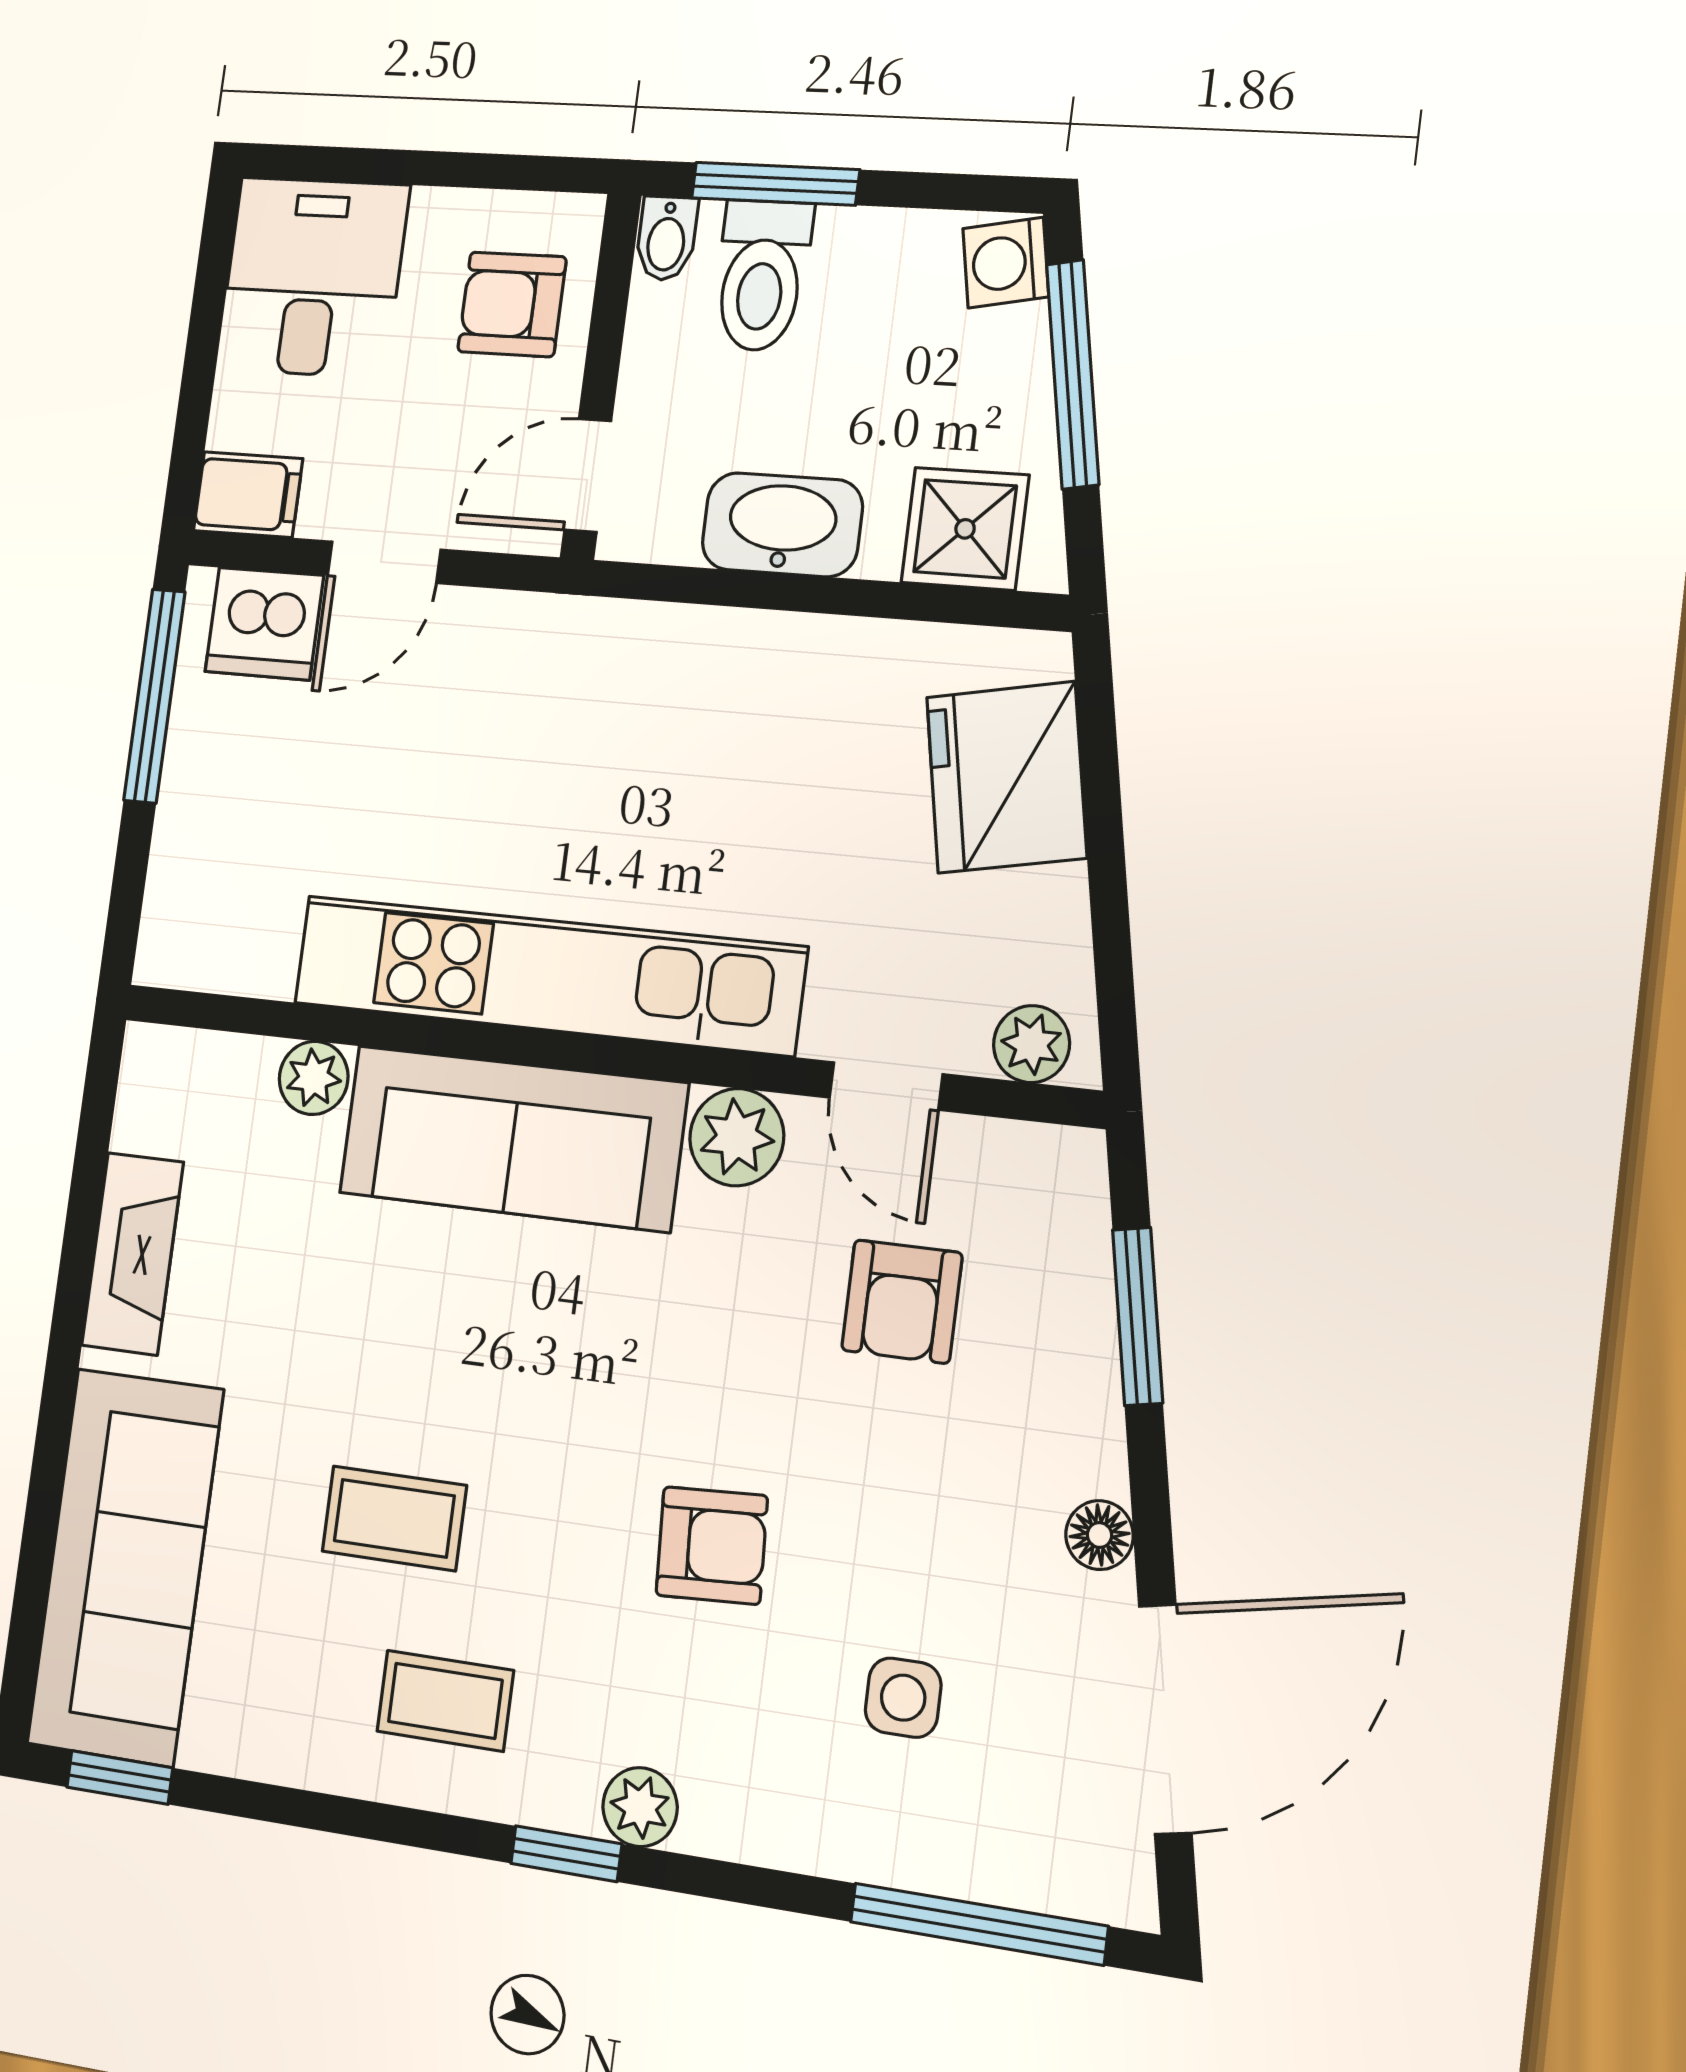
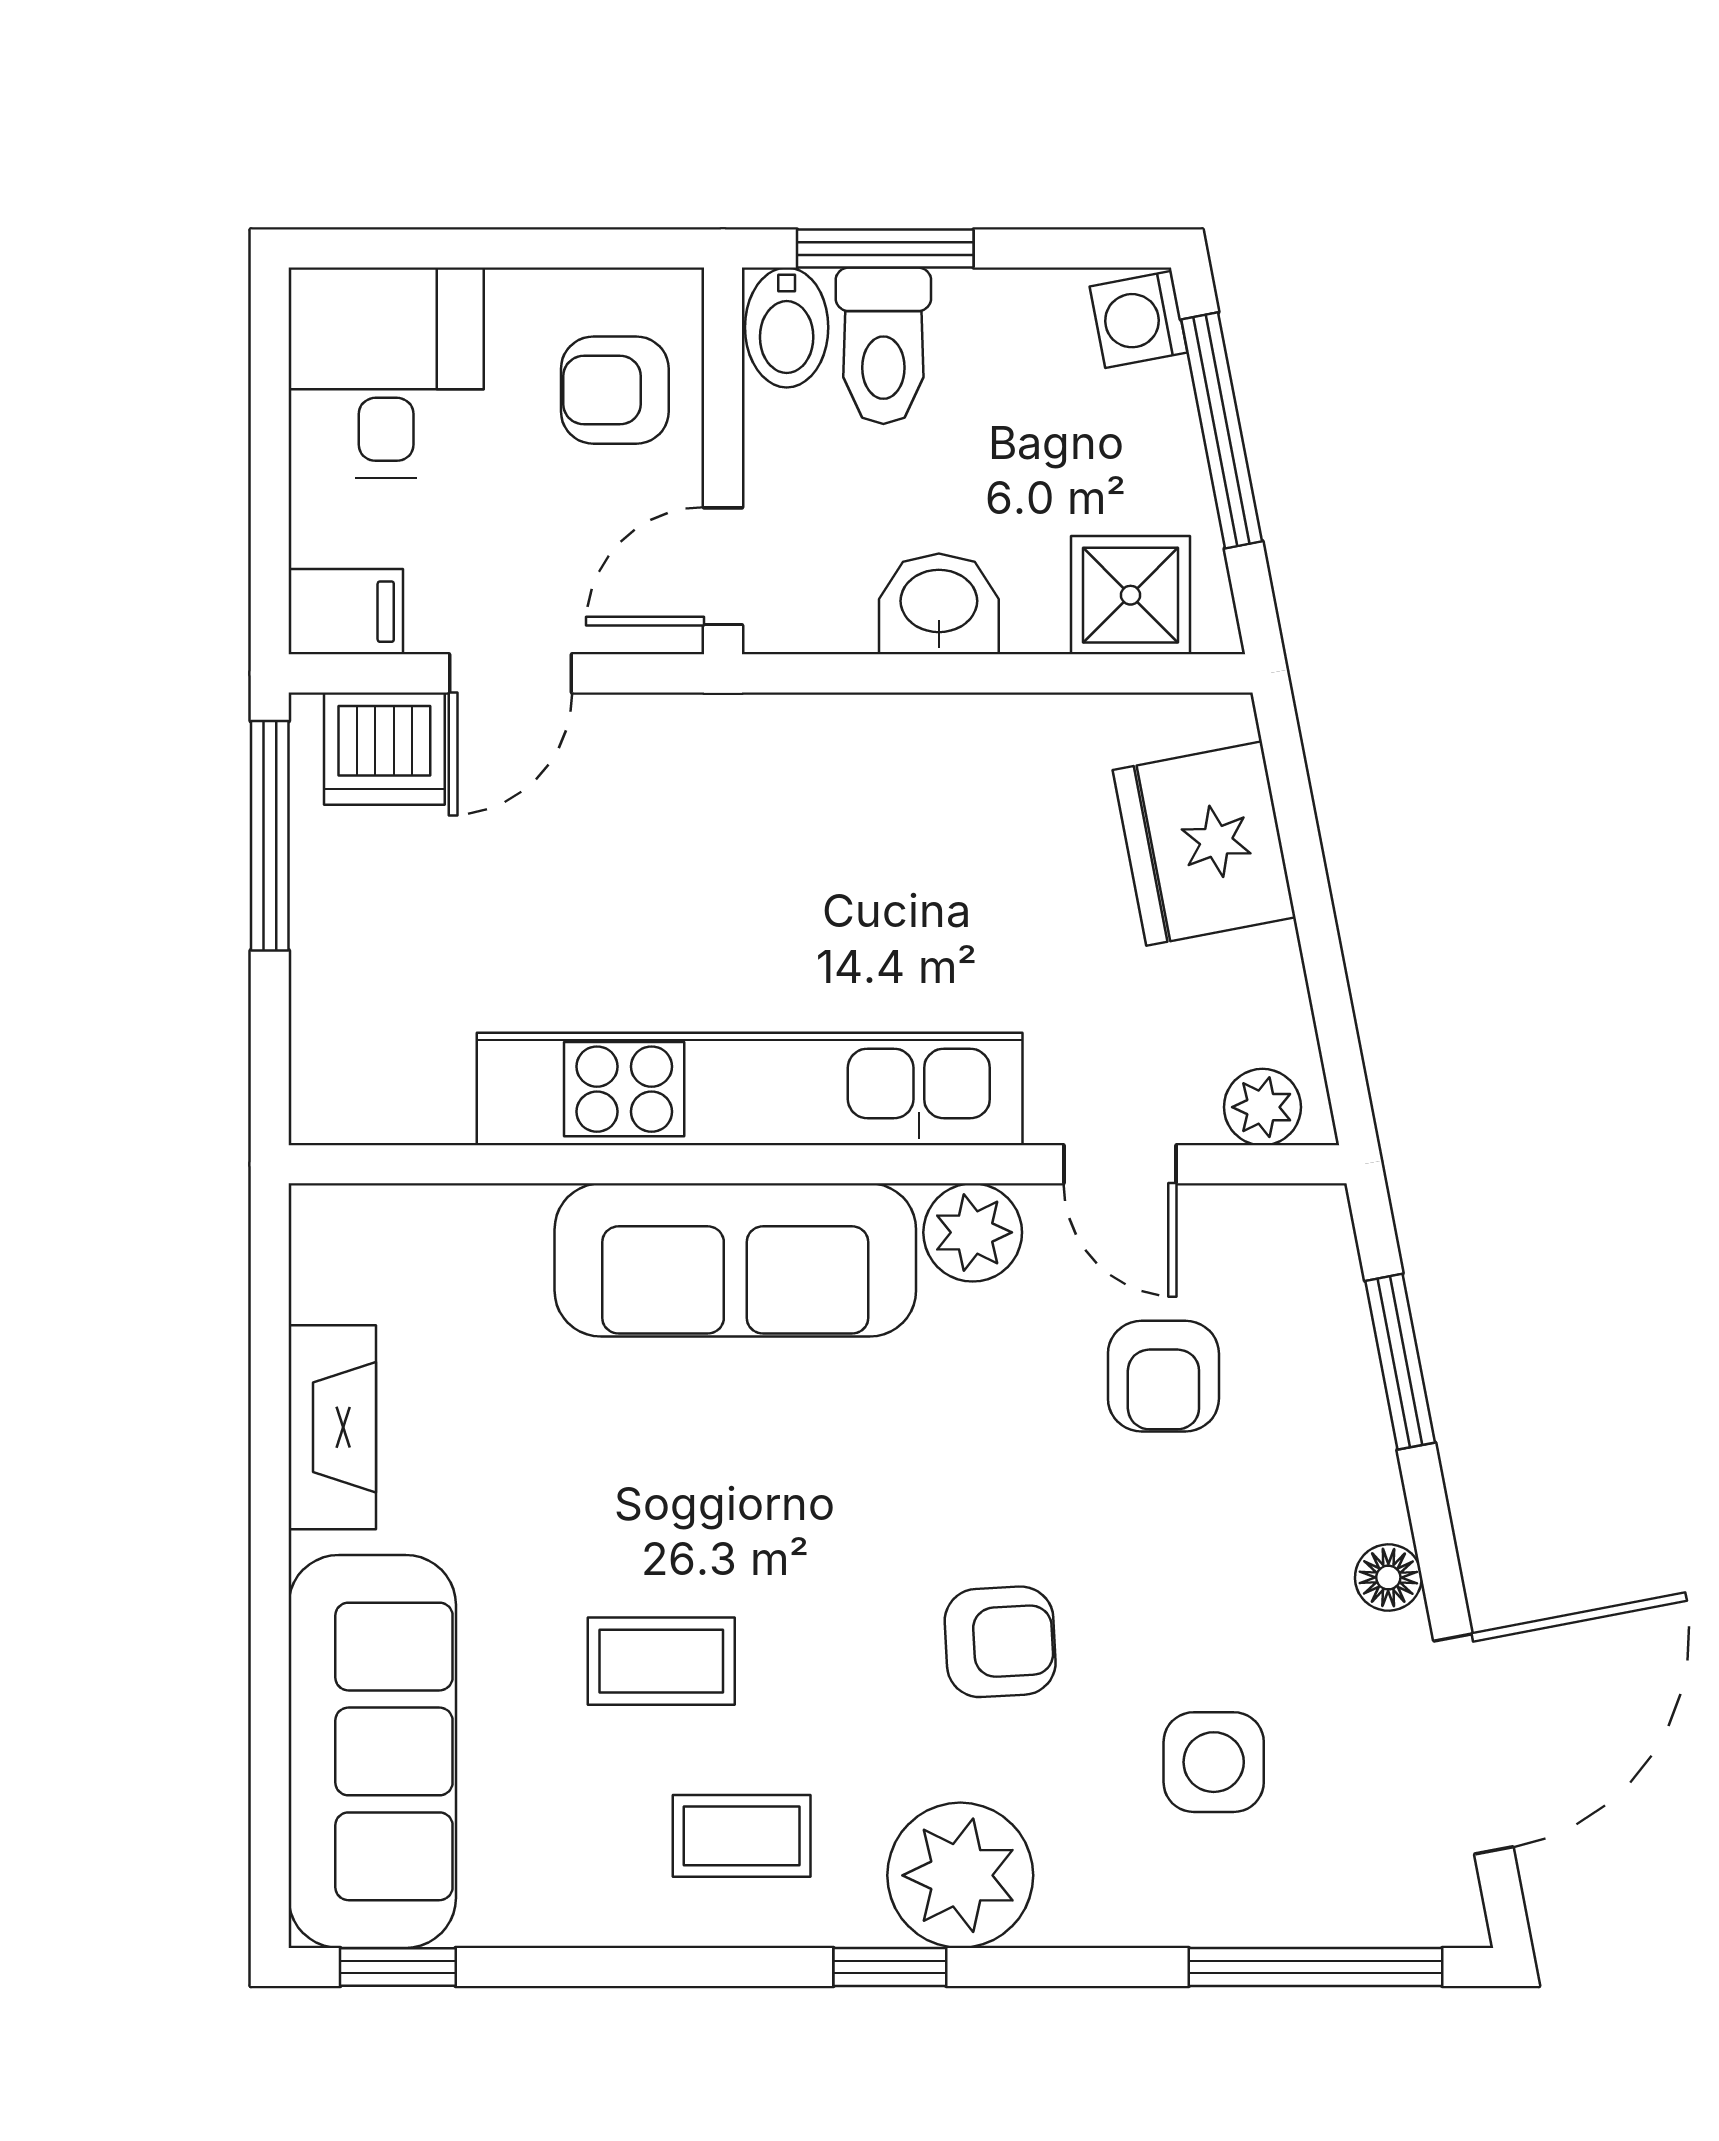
bidet: (666, 238) -> (787, 327), width x1.38, depth x1.36
washbasin: (782, 525) -> (939, 604), width x0.72
plant: (314, 1078) -> (509, 1222), removed
side table: (903, 1698) -> (1214, 1762), width x1.37, depth x1.37
plant: (640, 1807) -> (960, 1875), width x1.88, depth x1.88

